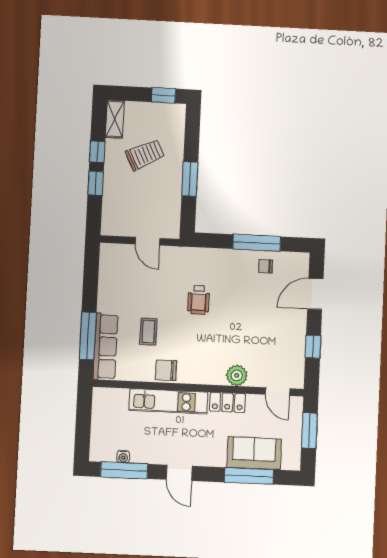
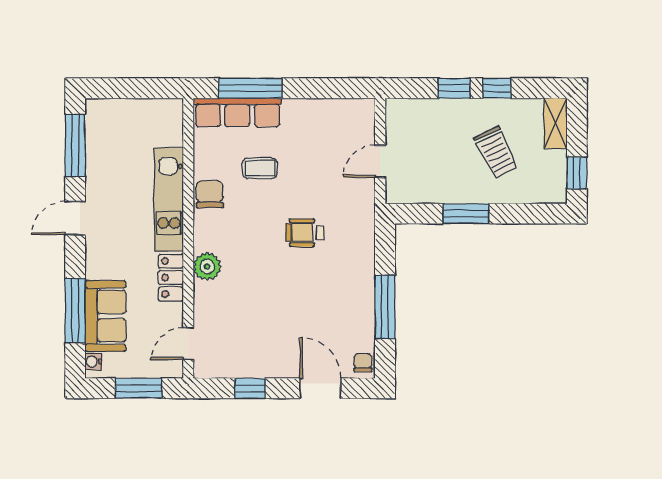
shelving: (115, 119) -> (556, 123), moved, turned 90
chair: (266, 266) -> (363, 363), moved
plant: (237, 375) -> (207, 266), moved
water cooler: (123, 457) -> (93, 361), moved

